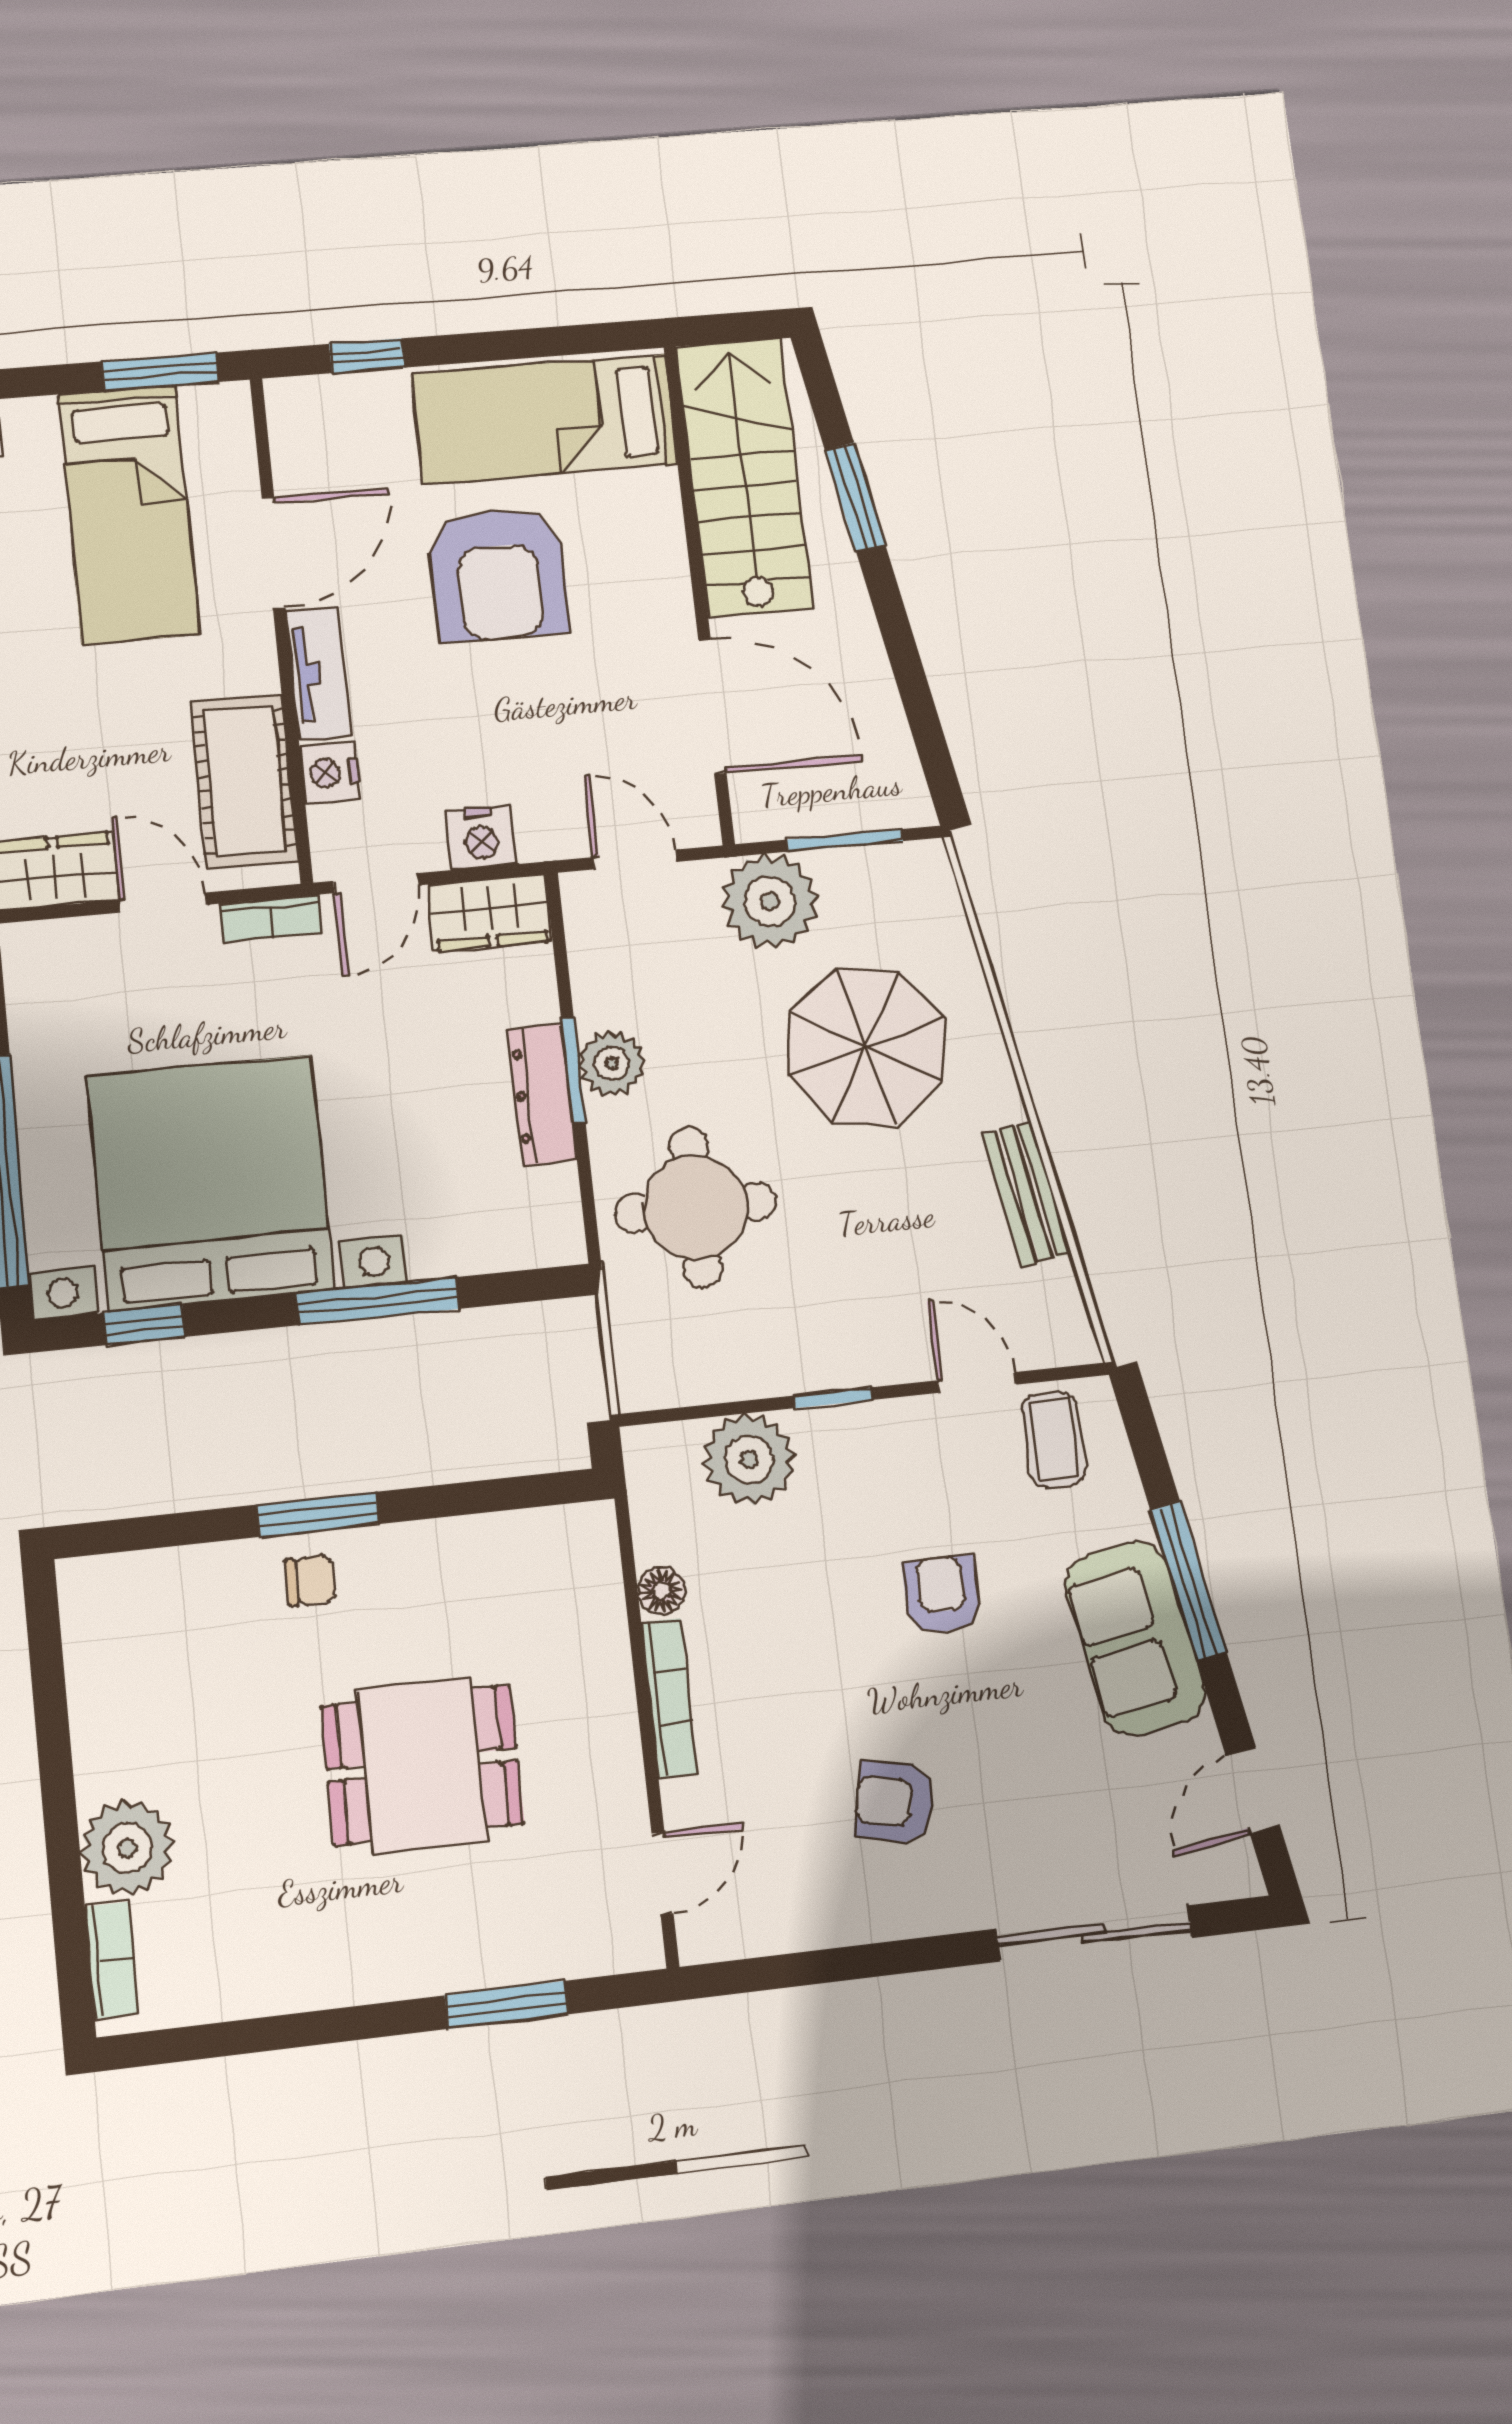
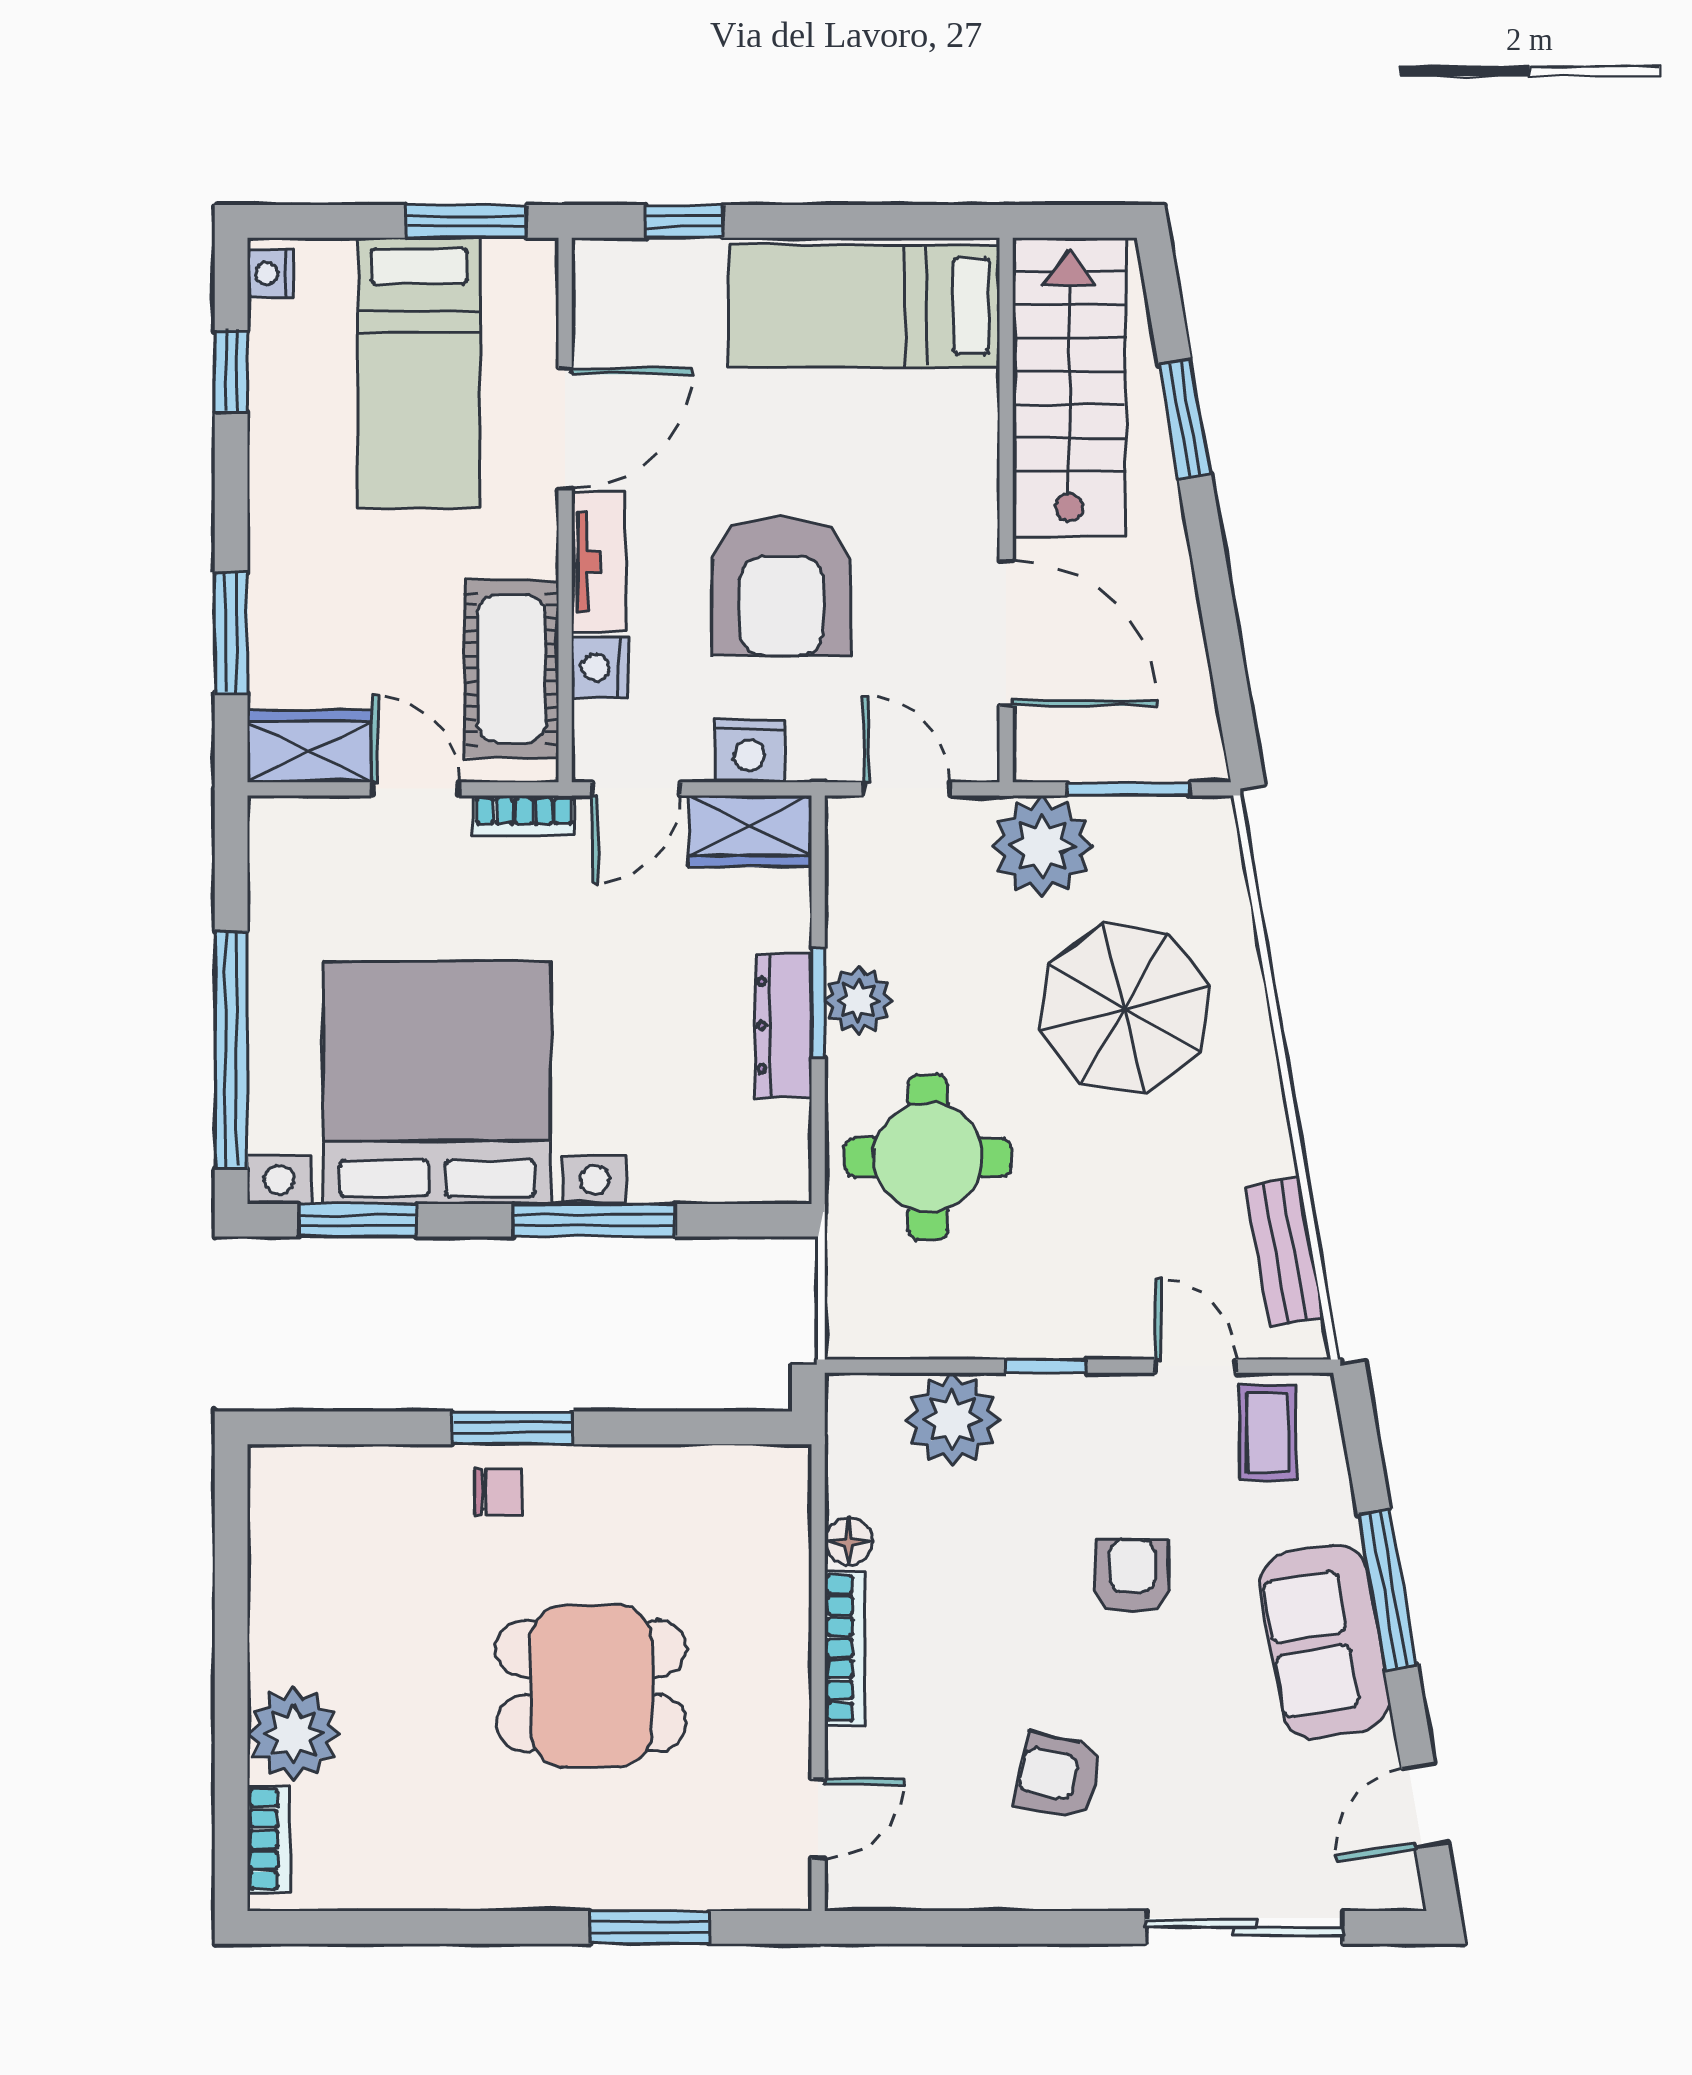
armchair: (498, 574) -> (781, 586), moved
bench: (1026, 1194) -> (1285, 1252), moved
window: (144, 1325) -> (358, 1220), width x1.50

